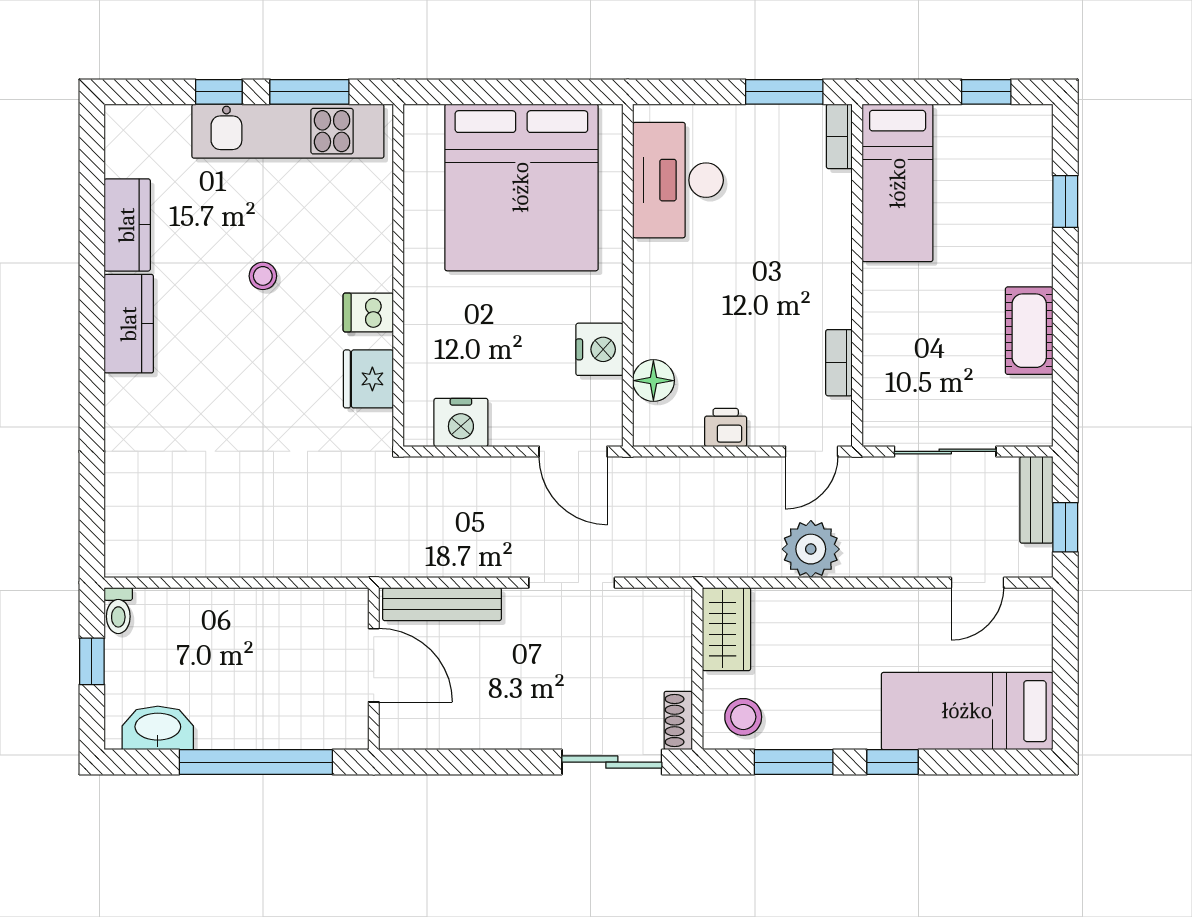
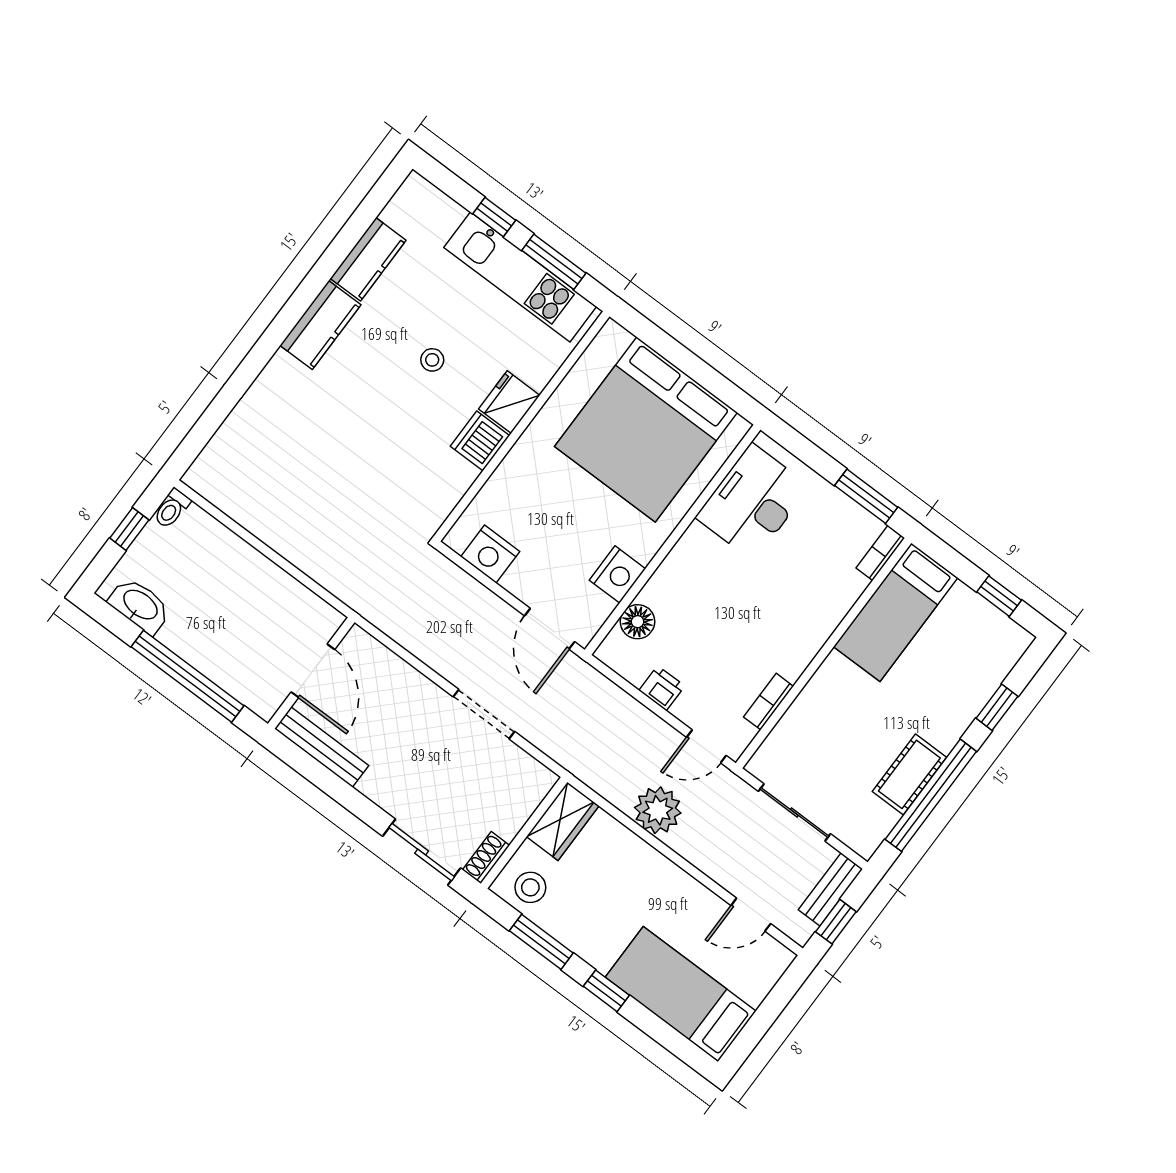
dishwasher: (368, 312) -> (480, 441), width x1.38
window: (1065, 335) -> (931, 795), added
fridge: (368, 379) -> (509, 402), moved
bench: (442, 604) -> (322, 747), moved

